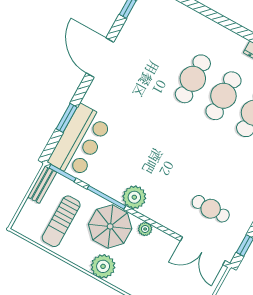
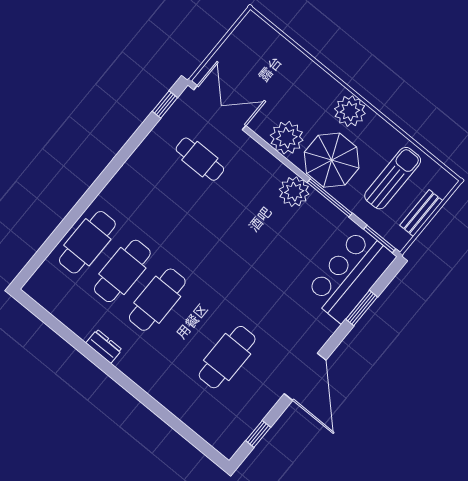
cafe table: (193, 79) -> (227, 357), moved
bench: (42, 185) -> (421, 213), moved
plant: (145, 229) -> (287, 138), width x1.87, depth x1.87

